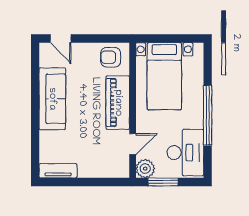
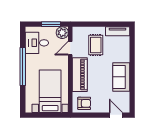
sofa: (52, 99) -> (121, 77), width x0.73
rug: (92, 149) -> (96, 45), added
desk: (185, 153) -> (37, 43), width x0.73

